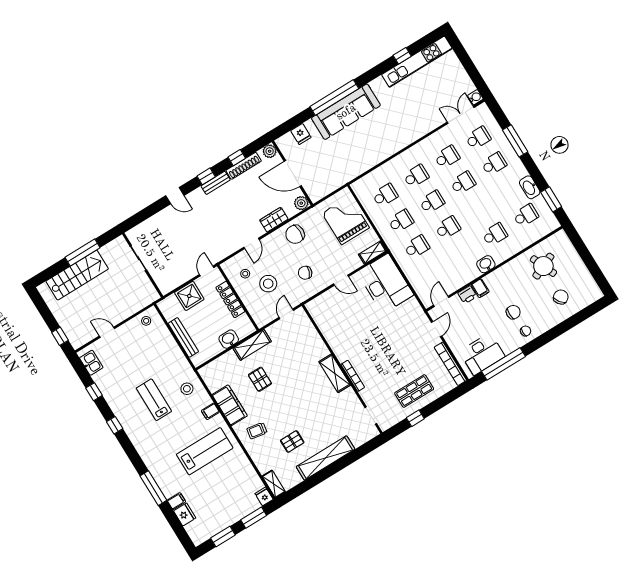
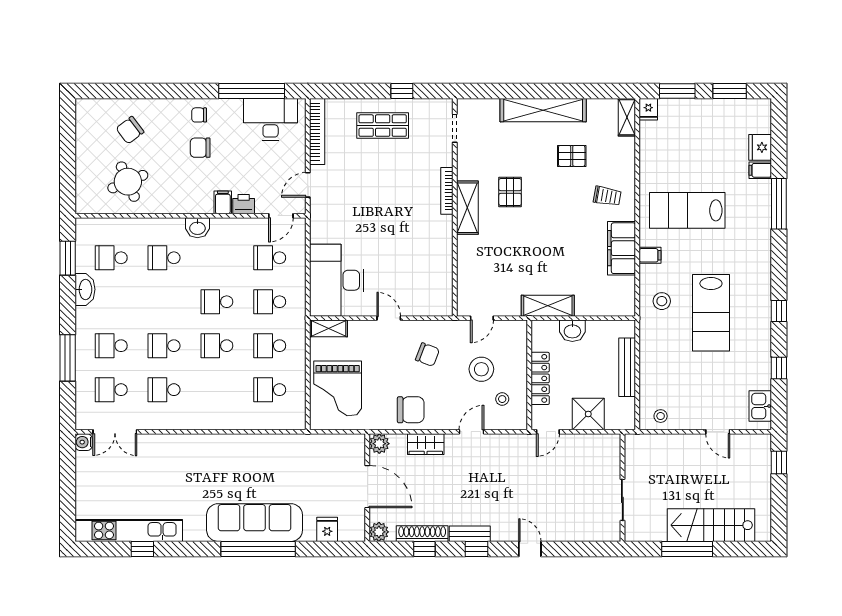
school desk: (416, 176) -> (270, 258), moved
pallet: (260, 379) -> (510, 192), moved
lab bench: (154, 400) -> (711, 313), width x1.36, depth x1.39

